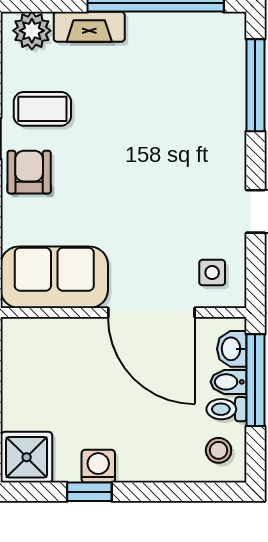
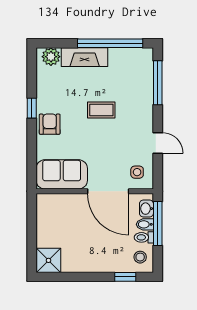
fireplace: (89, 27) -> (85, 57), width x1.37, depth x1.32
coffee table: (42, 109) -> (101, 110), moved
washing machine: (98, 466) -> (83, 265), removed
window: (89, 492) -> (125, 277), moved

